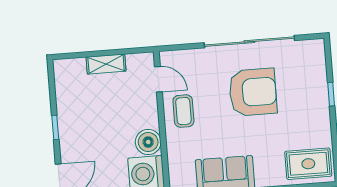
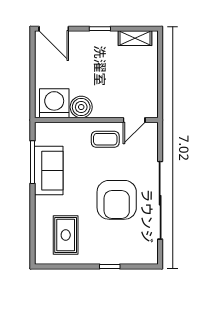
shelving: (106, 64) -> (135, 38), moved, turned 90
rug: (308, 164) -> (66, 235), moved

